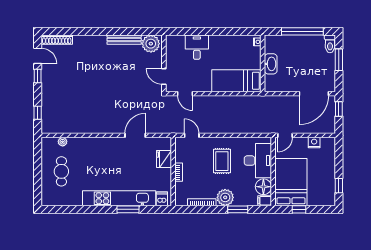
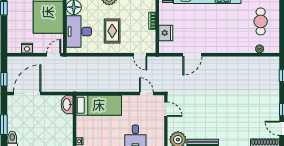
washbasin: (271, 64) -> (67, 104), moved

